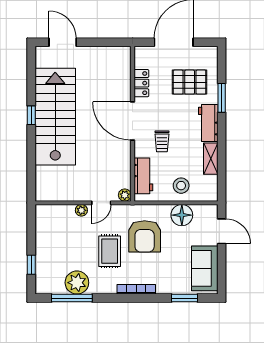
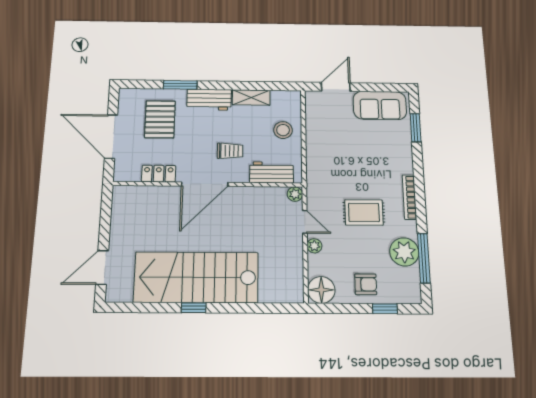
floor lamp: (182, 215) -> (321, 290), moved
armchair: (145, 236) -> (366, 284), moved, width x0.53, depth x0.53
bookcase: (136, 289) -> (409, 197), moved

